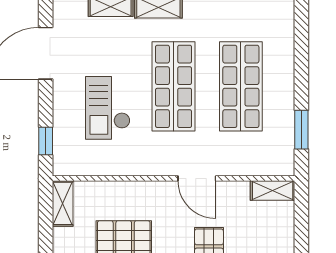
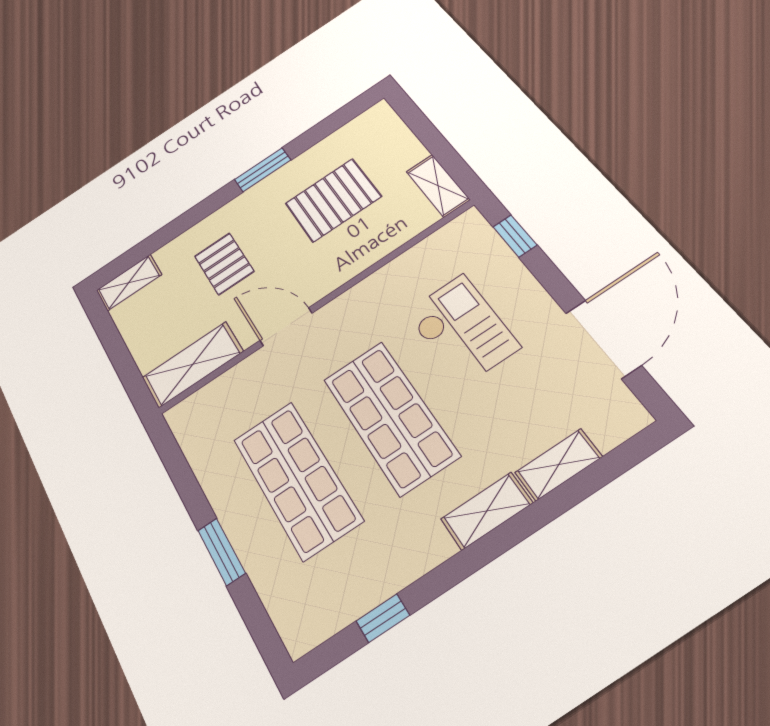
window: (301, 130) -> (221, 552), moved
shelving: (273, 190) -> (192, 365), width x1.50, depth x1.33

